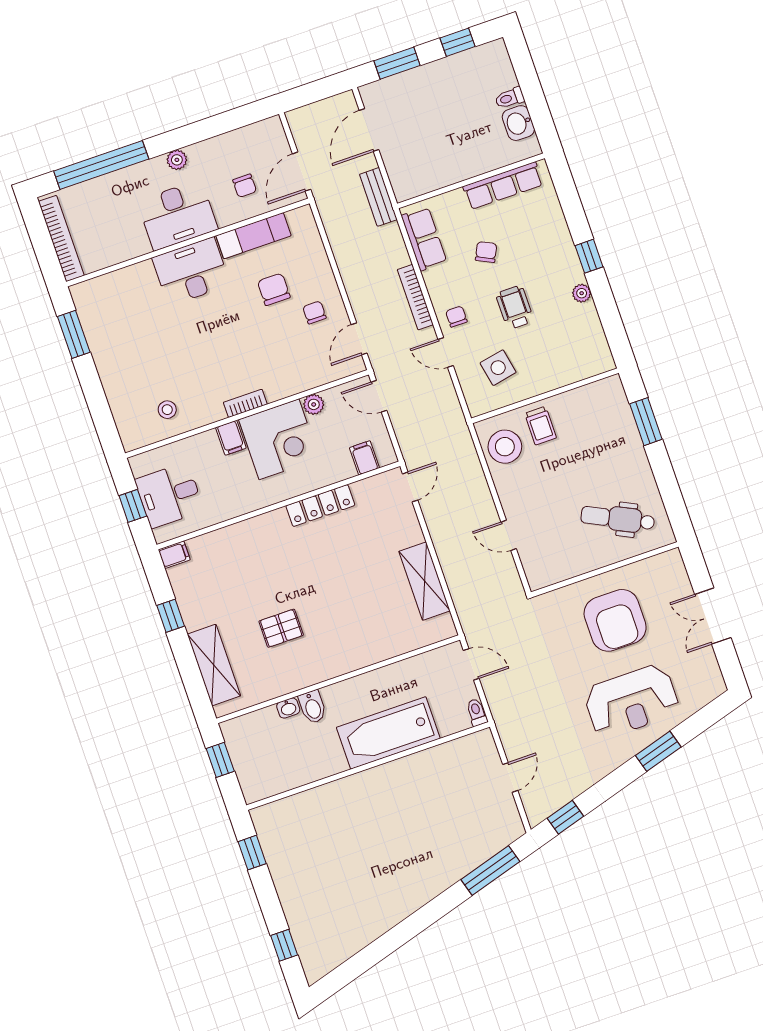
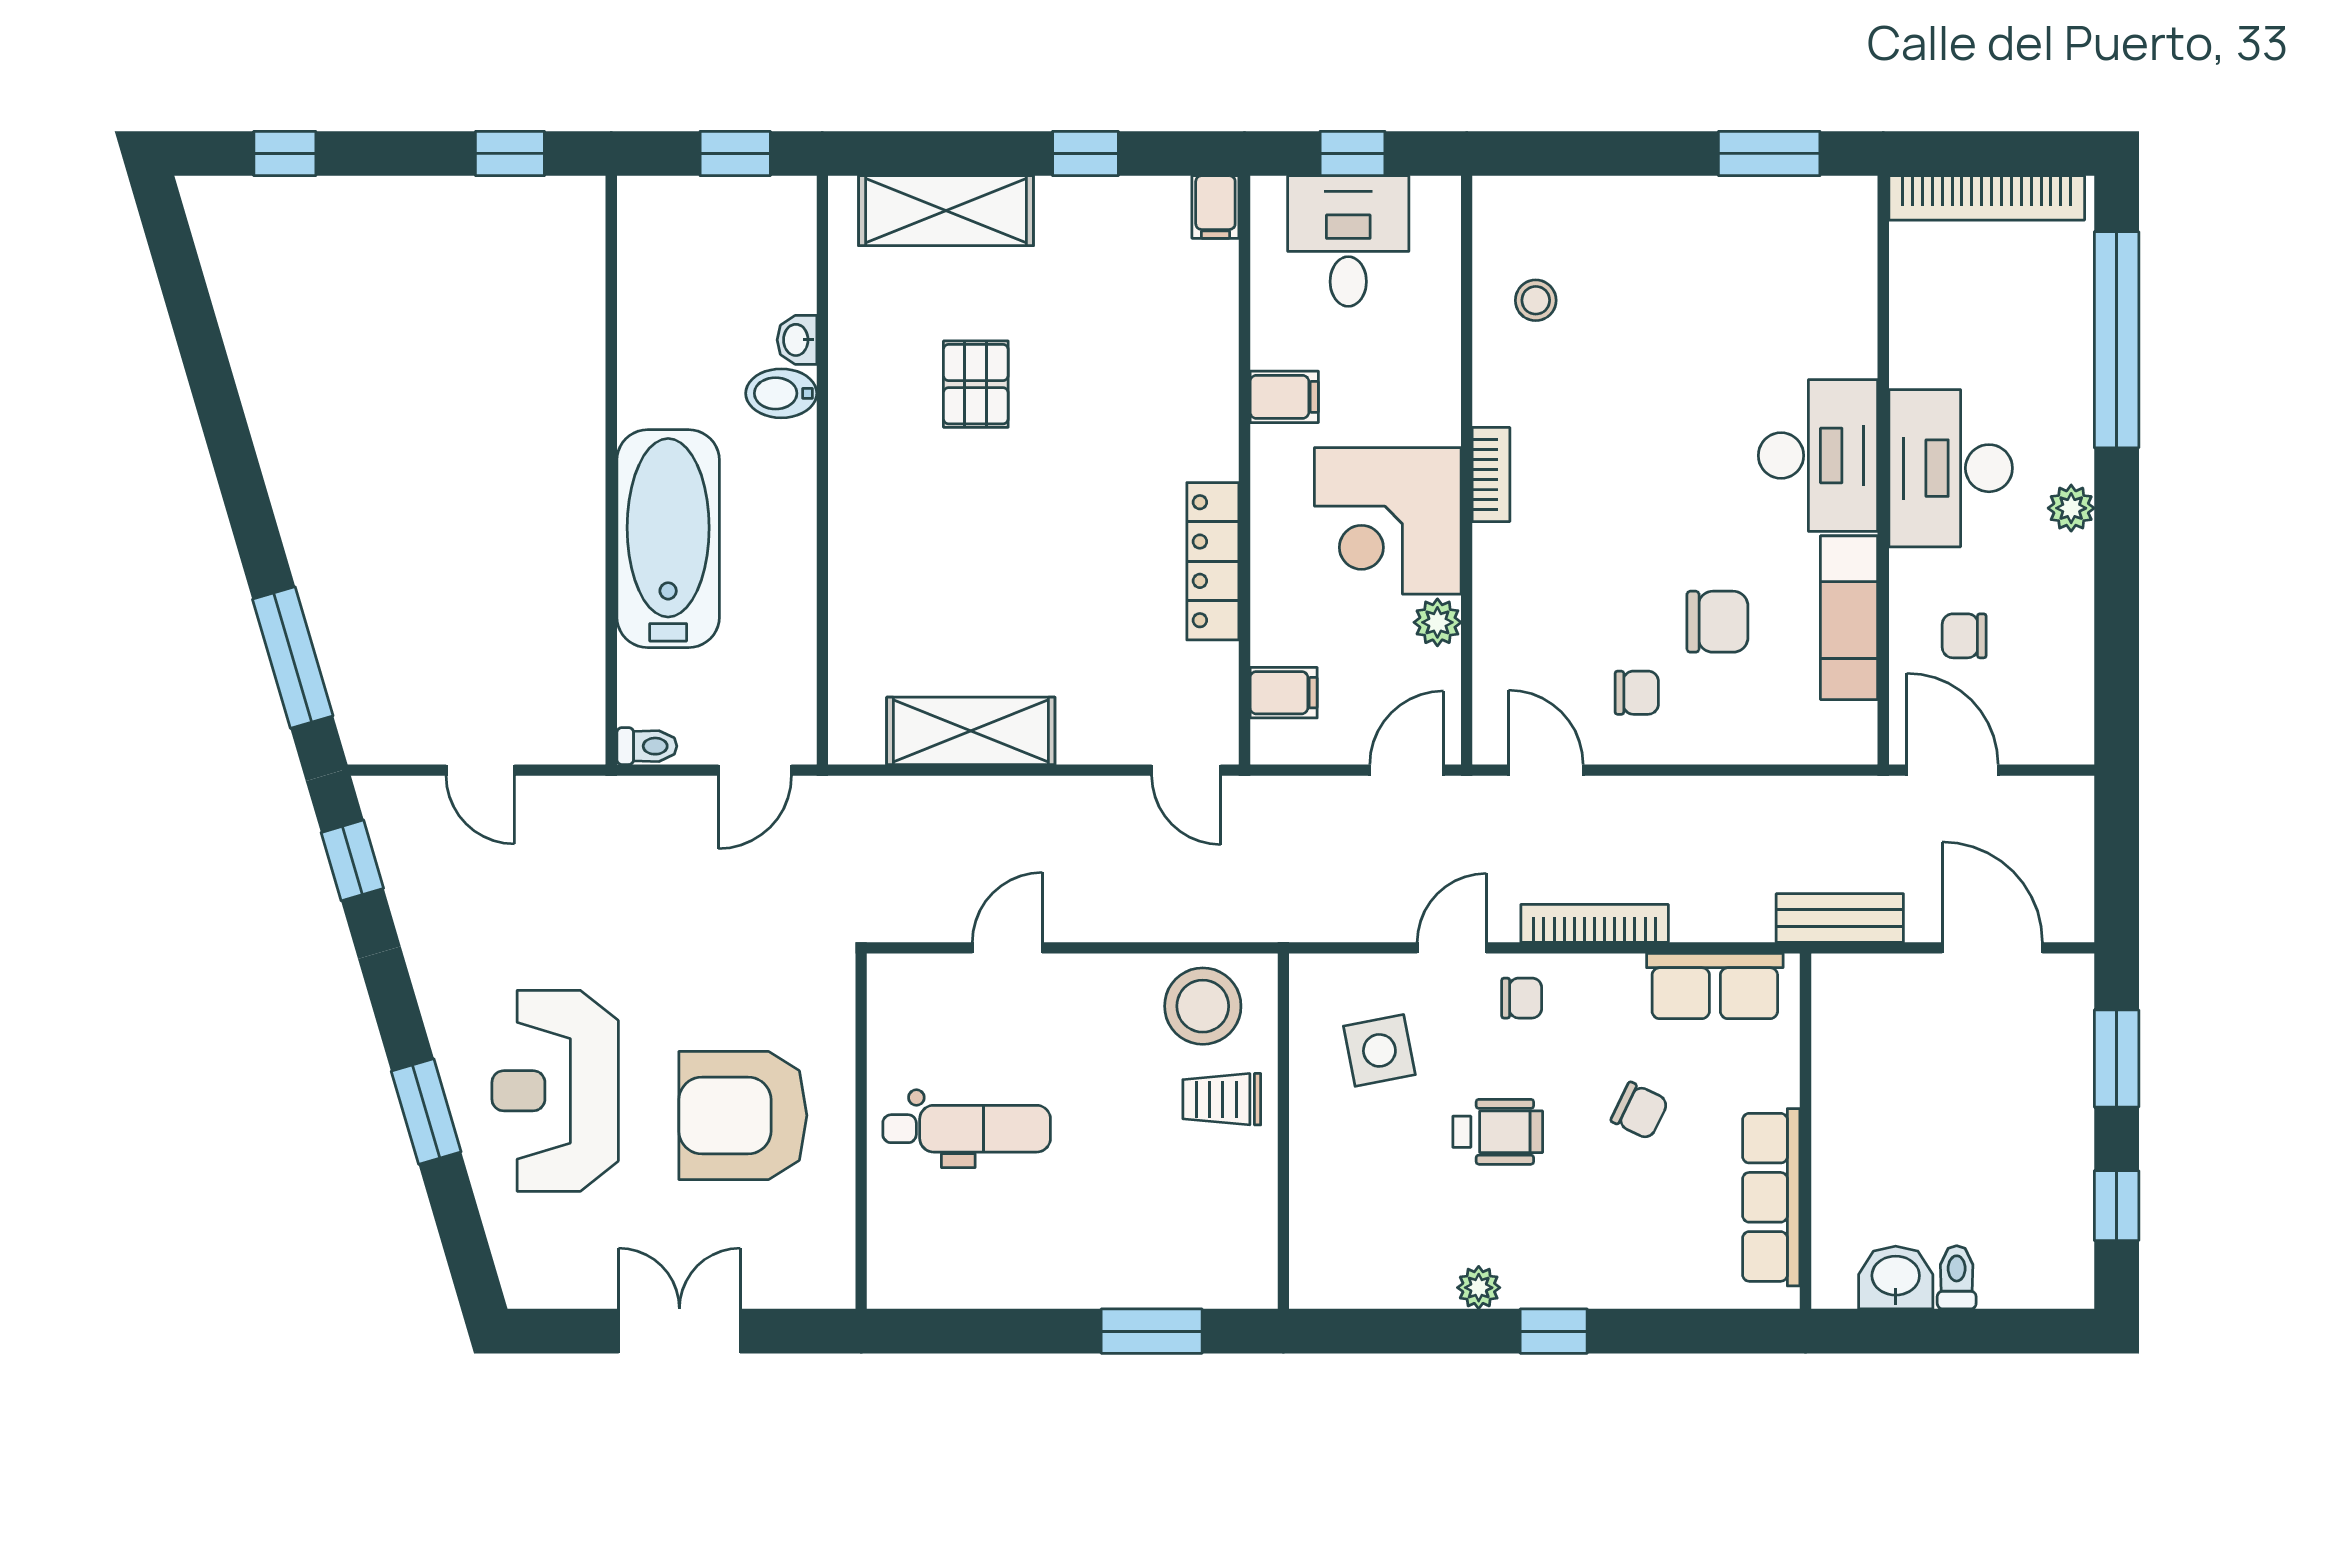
filing cabinet: (231, 438) -> (1284, 397), moved, turned 180
dental chair: (618, 519) -> (967, 1129), moved, turned 64

